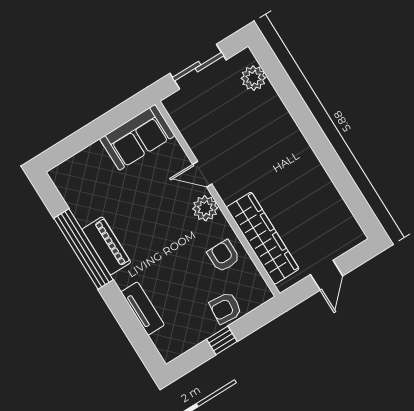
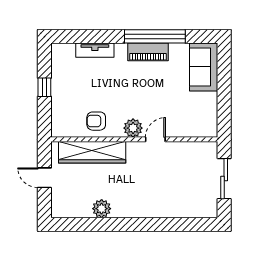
plant: (253, 78) -> (102, 209), moved
sofa: (137, 137) -> (204, 67), moved
armchair: (224, 256) -> (96, 121), turned 180
armchair: (226, 308) -> (63, 102), removed

